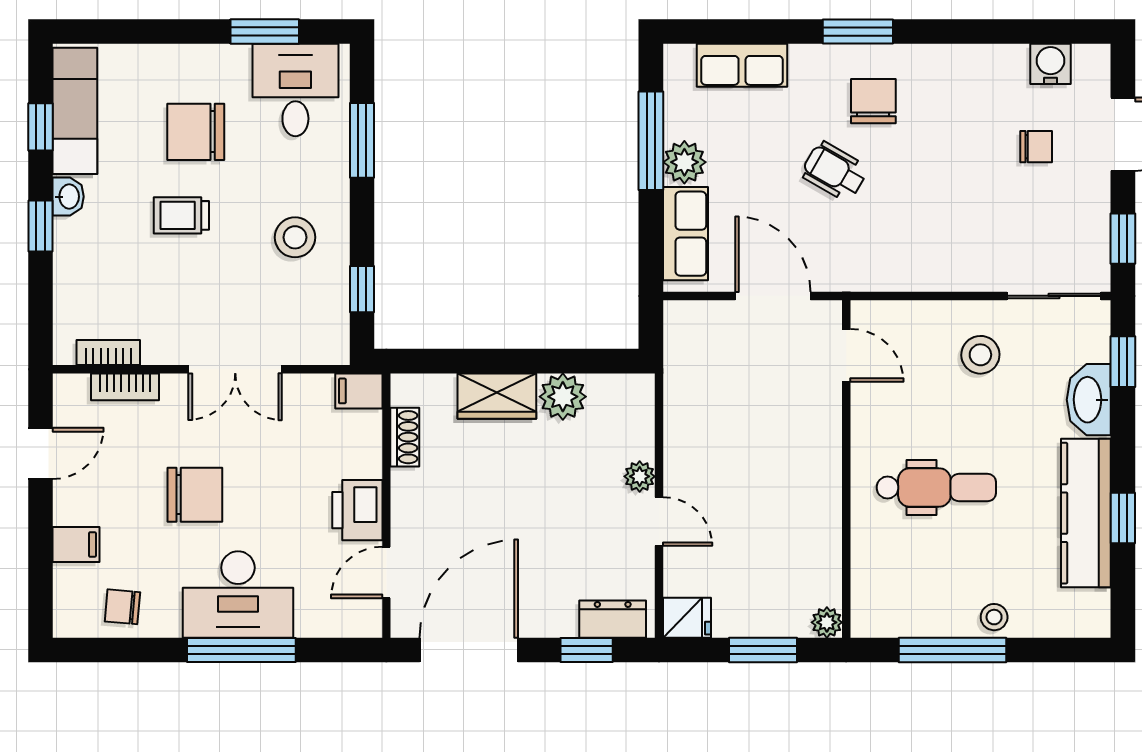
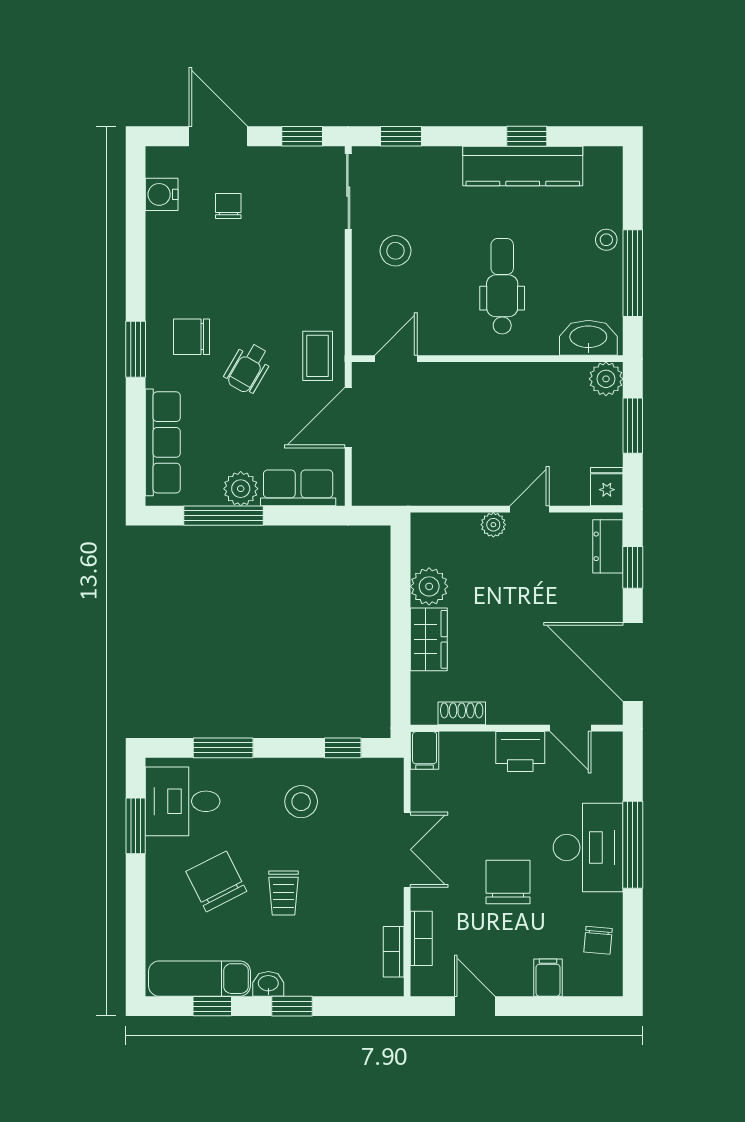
row of seats: (742, 65) -> (163, 442), width x1.48
chair: (196, 132) -> (216, 881), turned 153
coffee table: (850, 258) -> (318, 356), added
washbasin: (1089, 400) -> (588, 338), moved, turned 180
plant: (827, 622) -> (606, 379), width x1.38, depth x1.38

